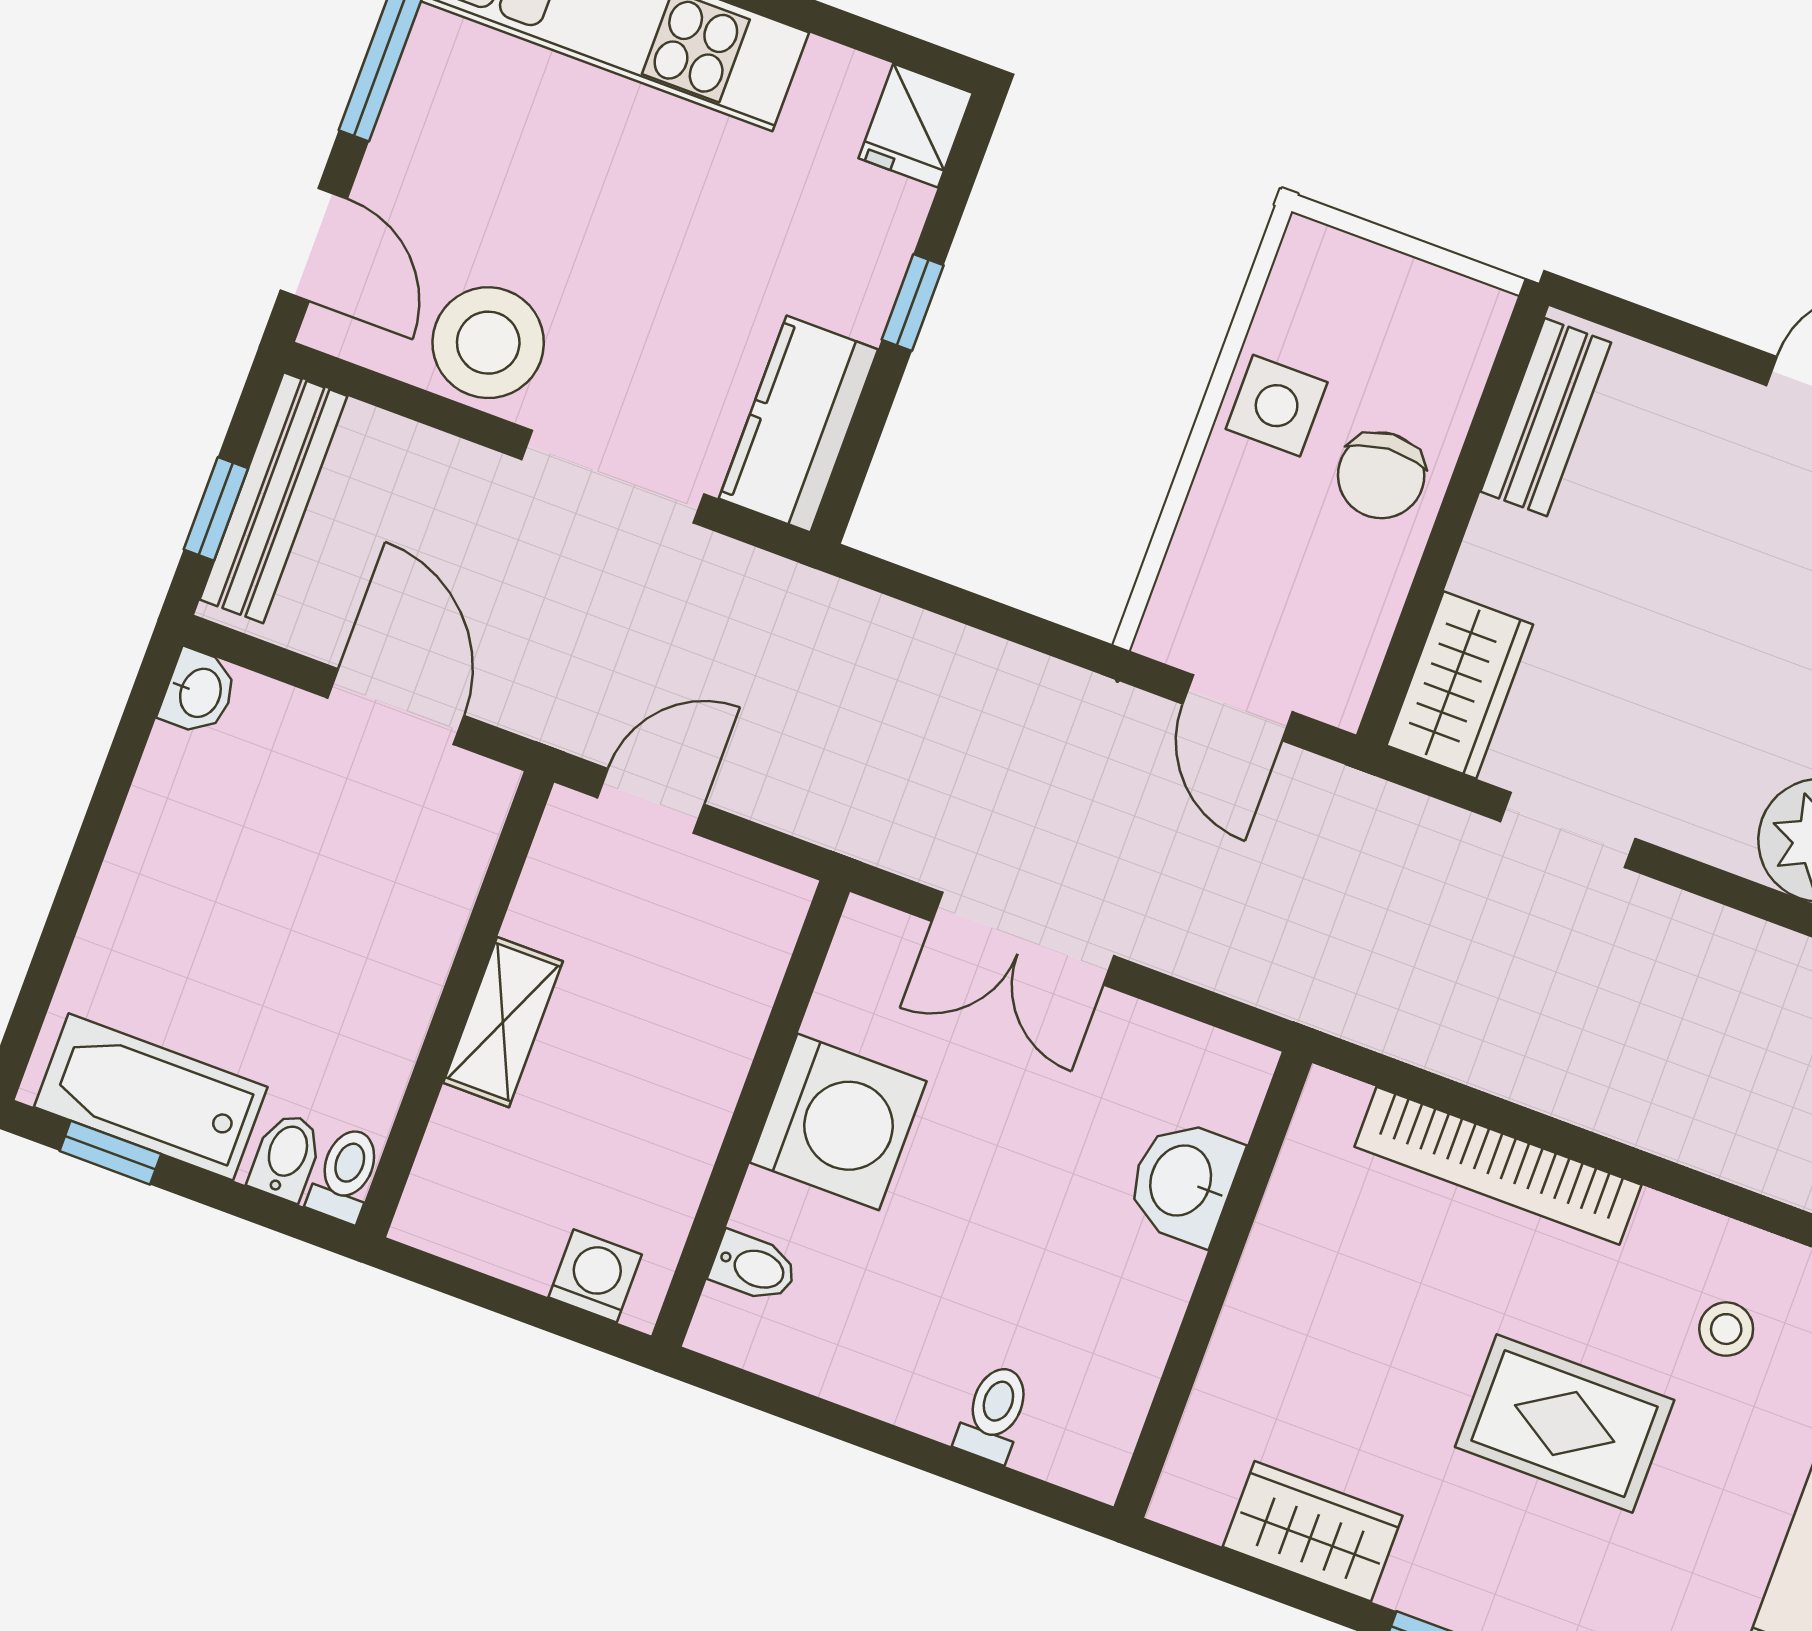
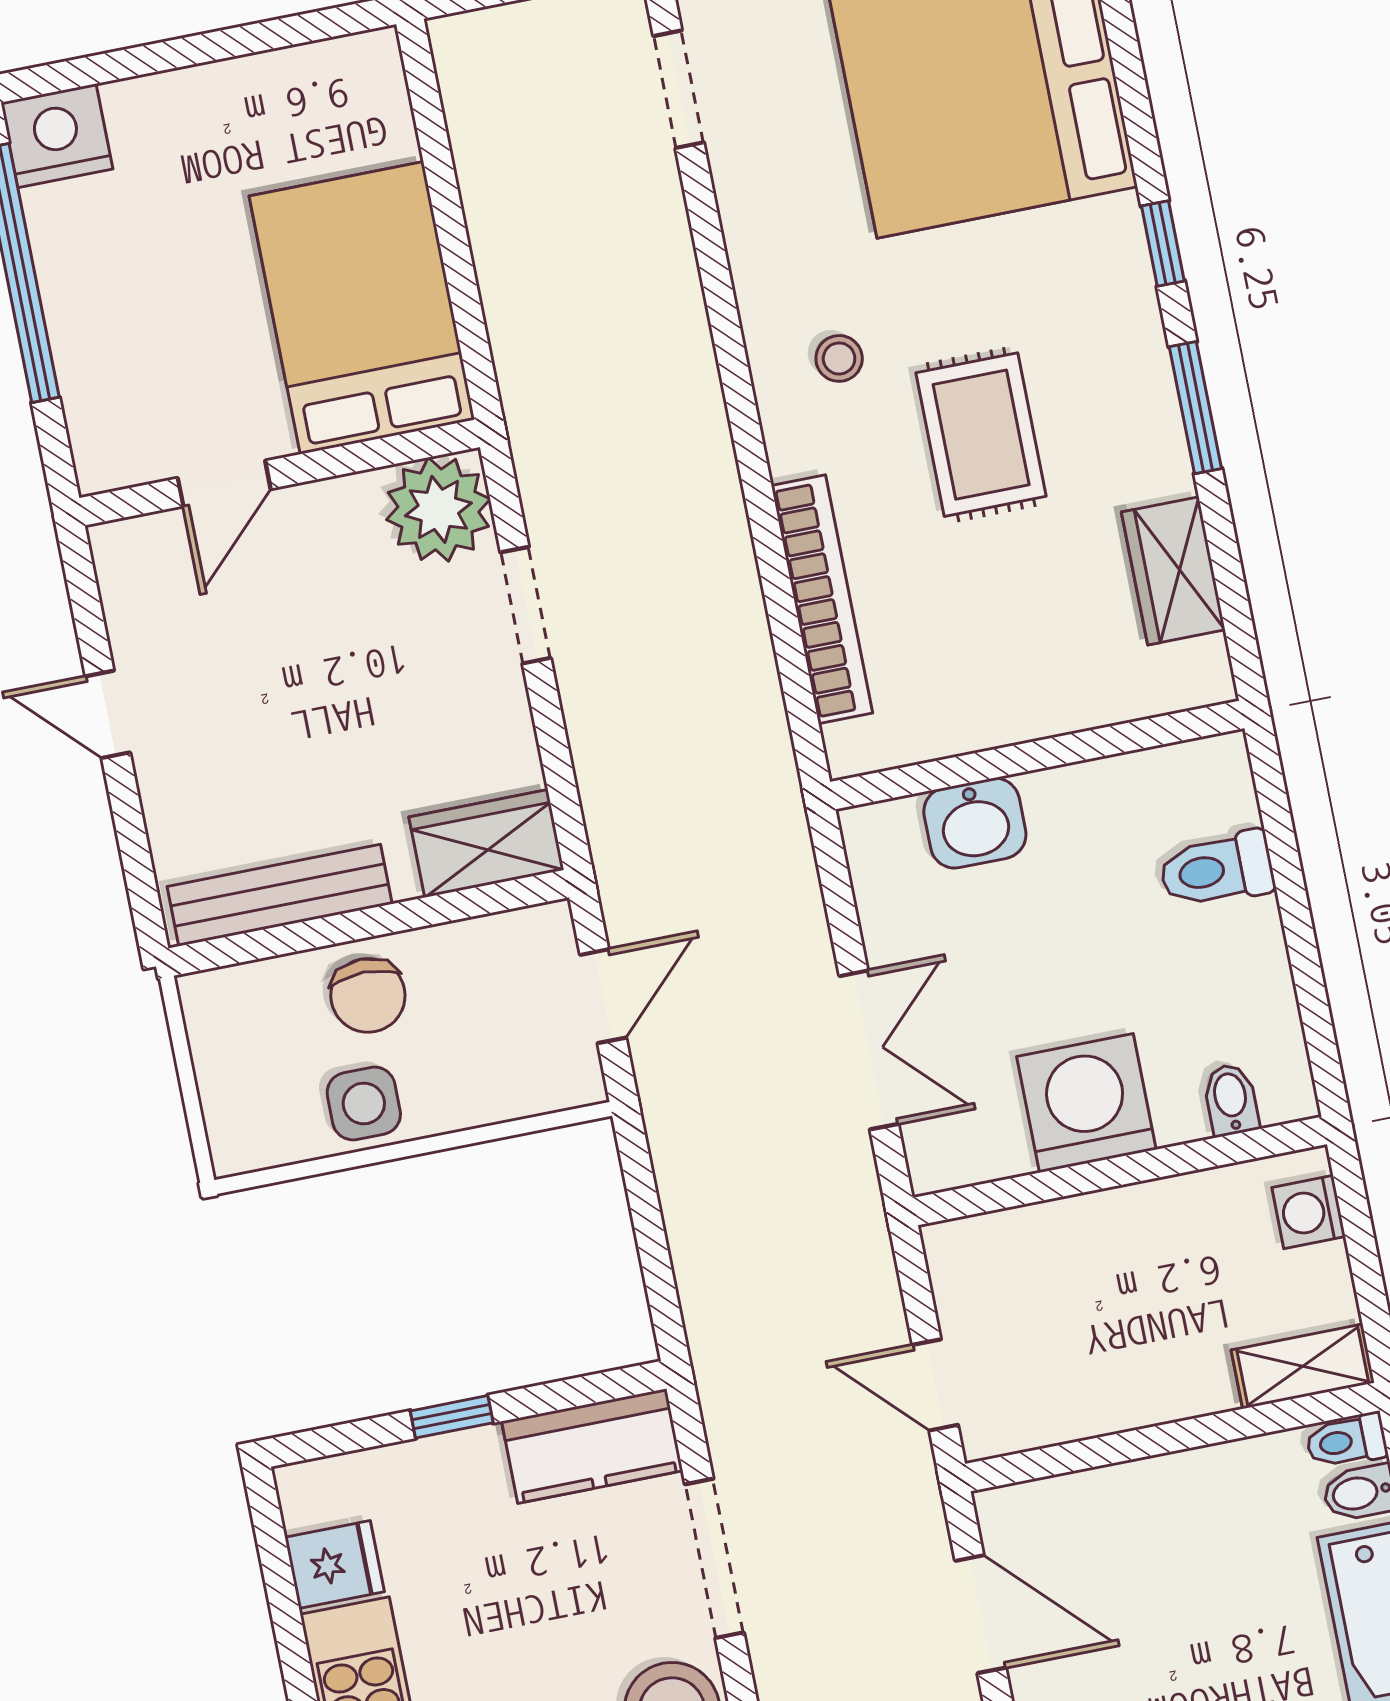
fridge: (916, 126) -> (335, 1565), moved
bench: (1546, 417) -> (280, 895), width x1.36
chair: (1381, 475) -> (368, 995), turned 94
door: (396, 707) -> (981, 1614), swing flipped
doorway: (1568, 830) -> (526, 605), moved
shelving: (503, 1022) -> (1303, 1366), moved
toilet: (994, 1413) -> (1217, 870), width x1.37, depth x1.39

